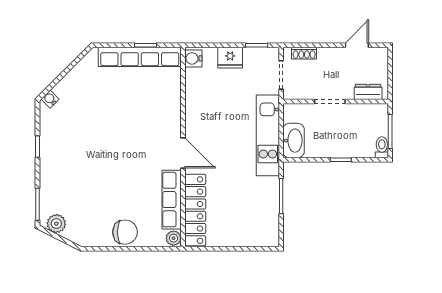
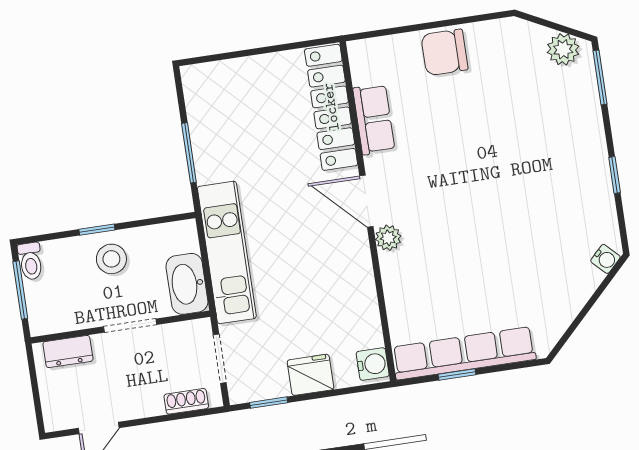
washbasin: (294, 141) -> (187, 284), moved
stool: (335, 142) -> (111, 259), added
row of seats: (172, 200) -> (374, 119), width x0.68
plant: (173, 238) -> (388, 238), moved

